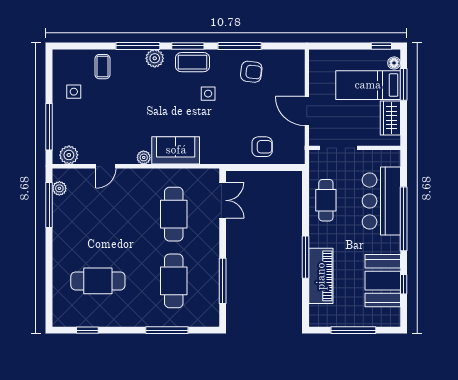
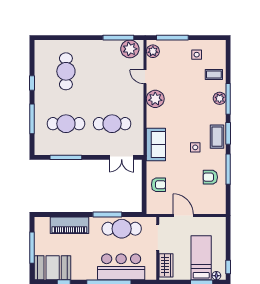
plant: (155, 58) -> (220, 98), moved
armchair: (251, 72) -> (210, 177), turned 83
door: (307, 111) -> (183, 215), hinge flipped
wardrobe: (390, 118) -> (166, 265), moved, turned 90
armchair: (262, 147) -> (159, 185), turned -90
sofa: (176, 150) -> (156, 145), moved
plant: (144, 157) -> (155, 99), width x1.87, depth x1.87
plant: (59, 188) -> (130, 49), width x1.88, depth x1.88
cafe table: (326, 200) -> (122, 229), width x1.37, depth x1.35
window: (305, 257) -> (107, 215), moved
booth: (383, 281) -> (53, 268), moved
window: (87, 330) -> (32, 83), moved

